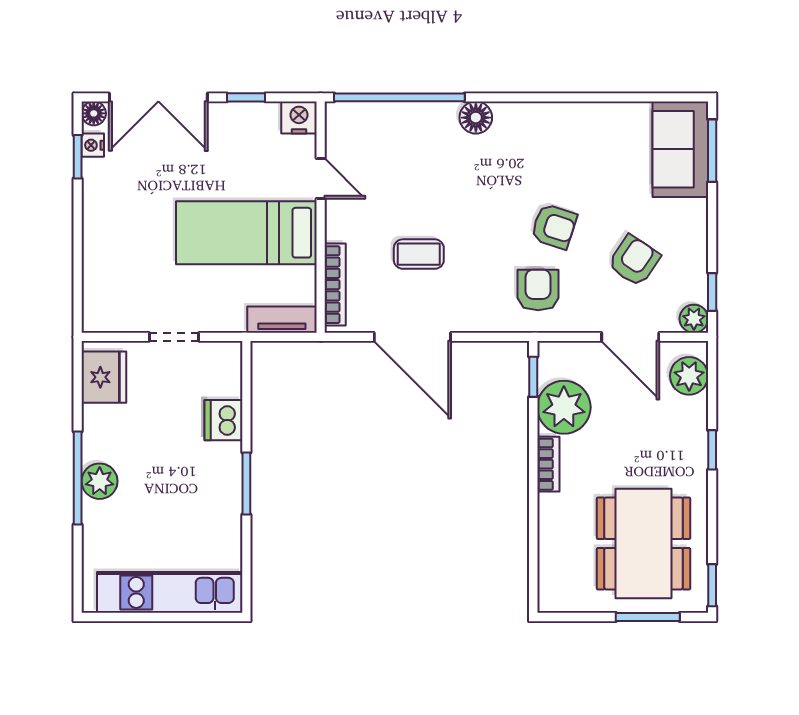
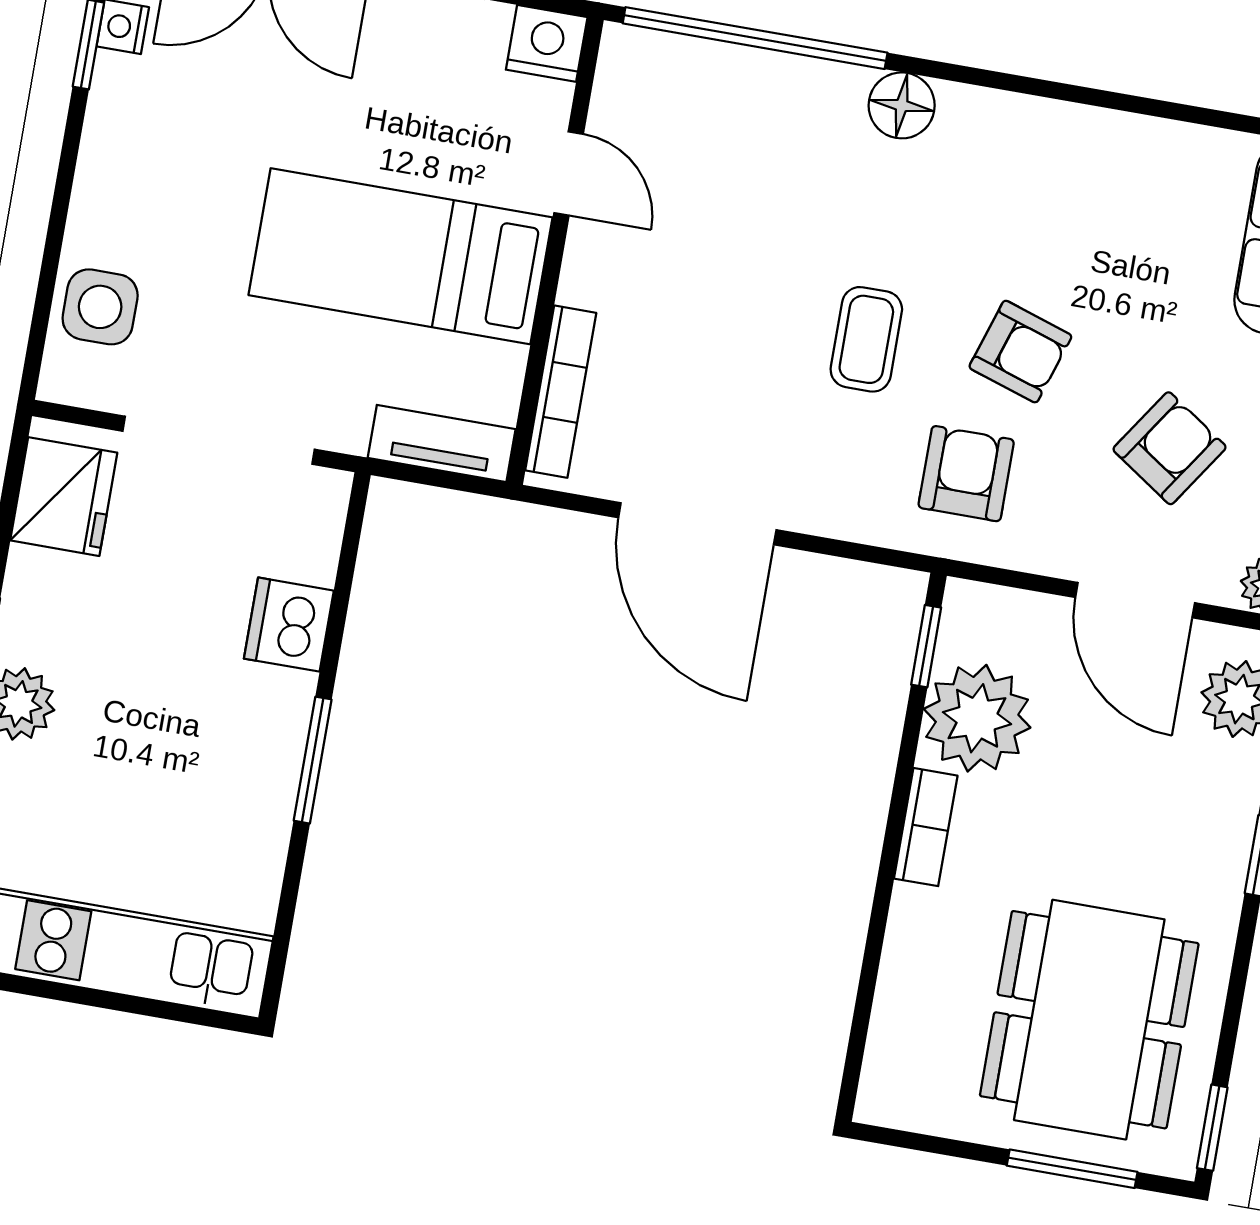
coffee table: (419, 254) -> (866, 339), moved, turned 90
side table: (105, 282) -> (100, 307), added
doorway: (174, 337) -> (219, 440), width x1.87

